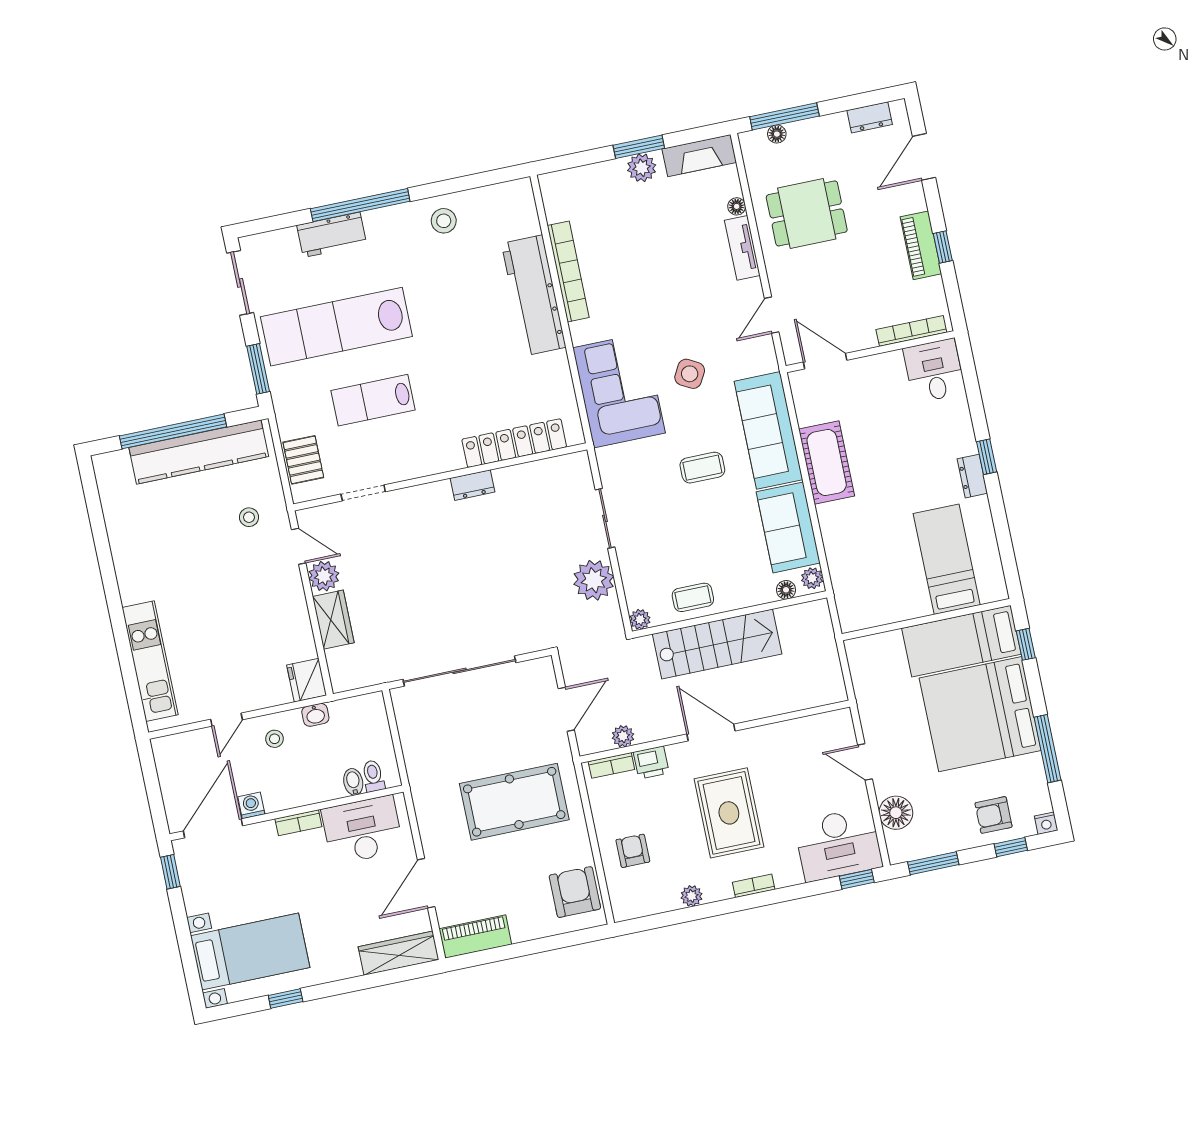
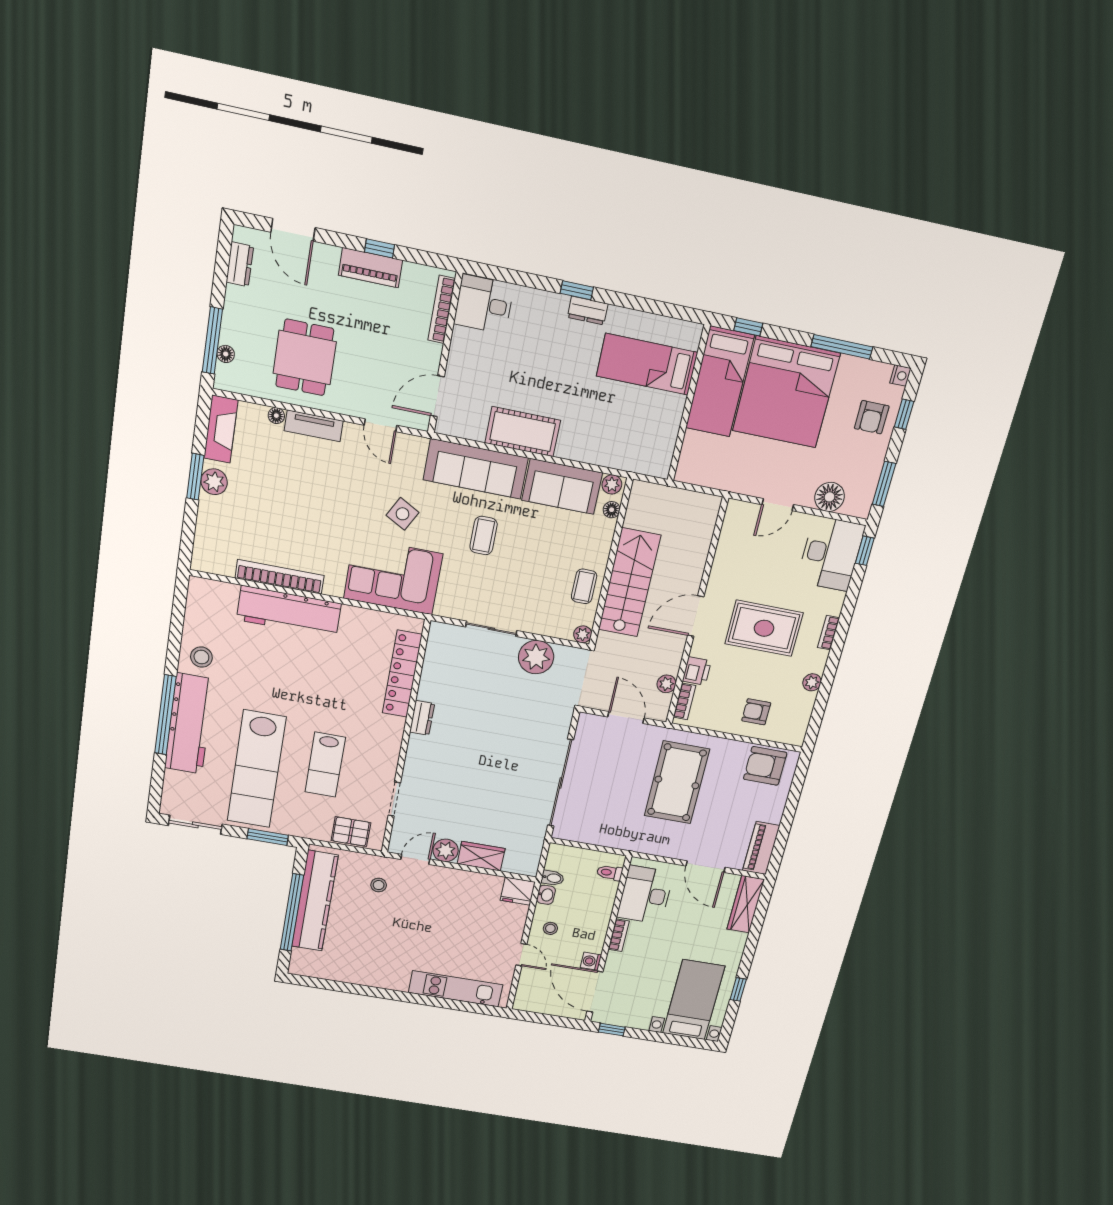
workbench: (332, 235) -> (189, 724), width x1.88, depth x1.32
bidet: (353, 782) -> (553, 878), moved, turned 180

